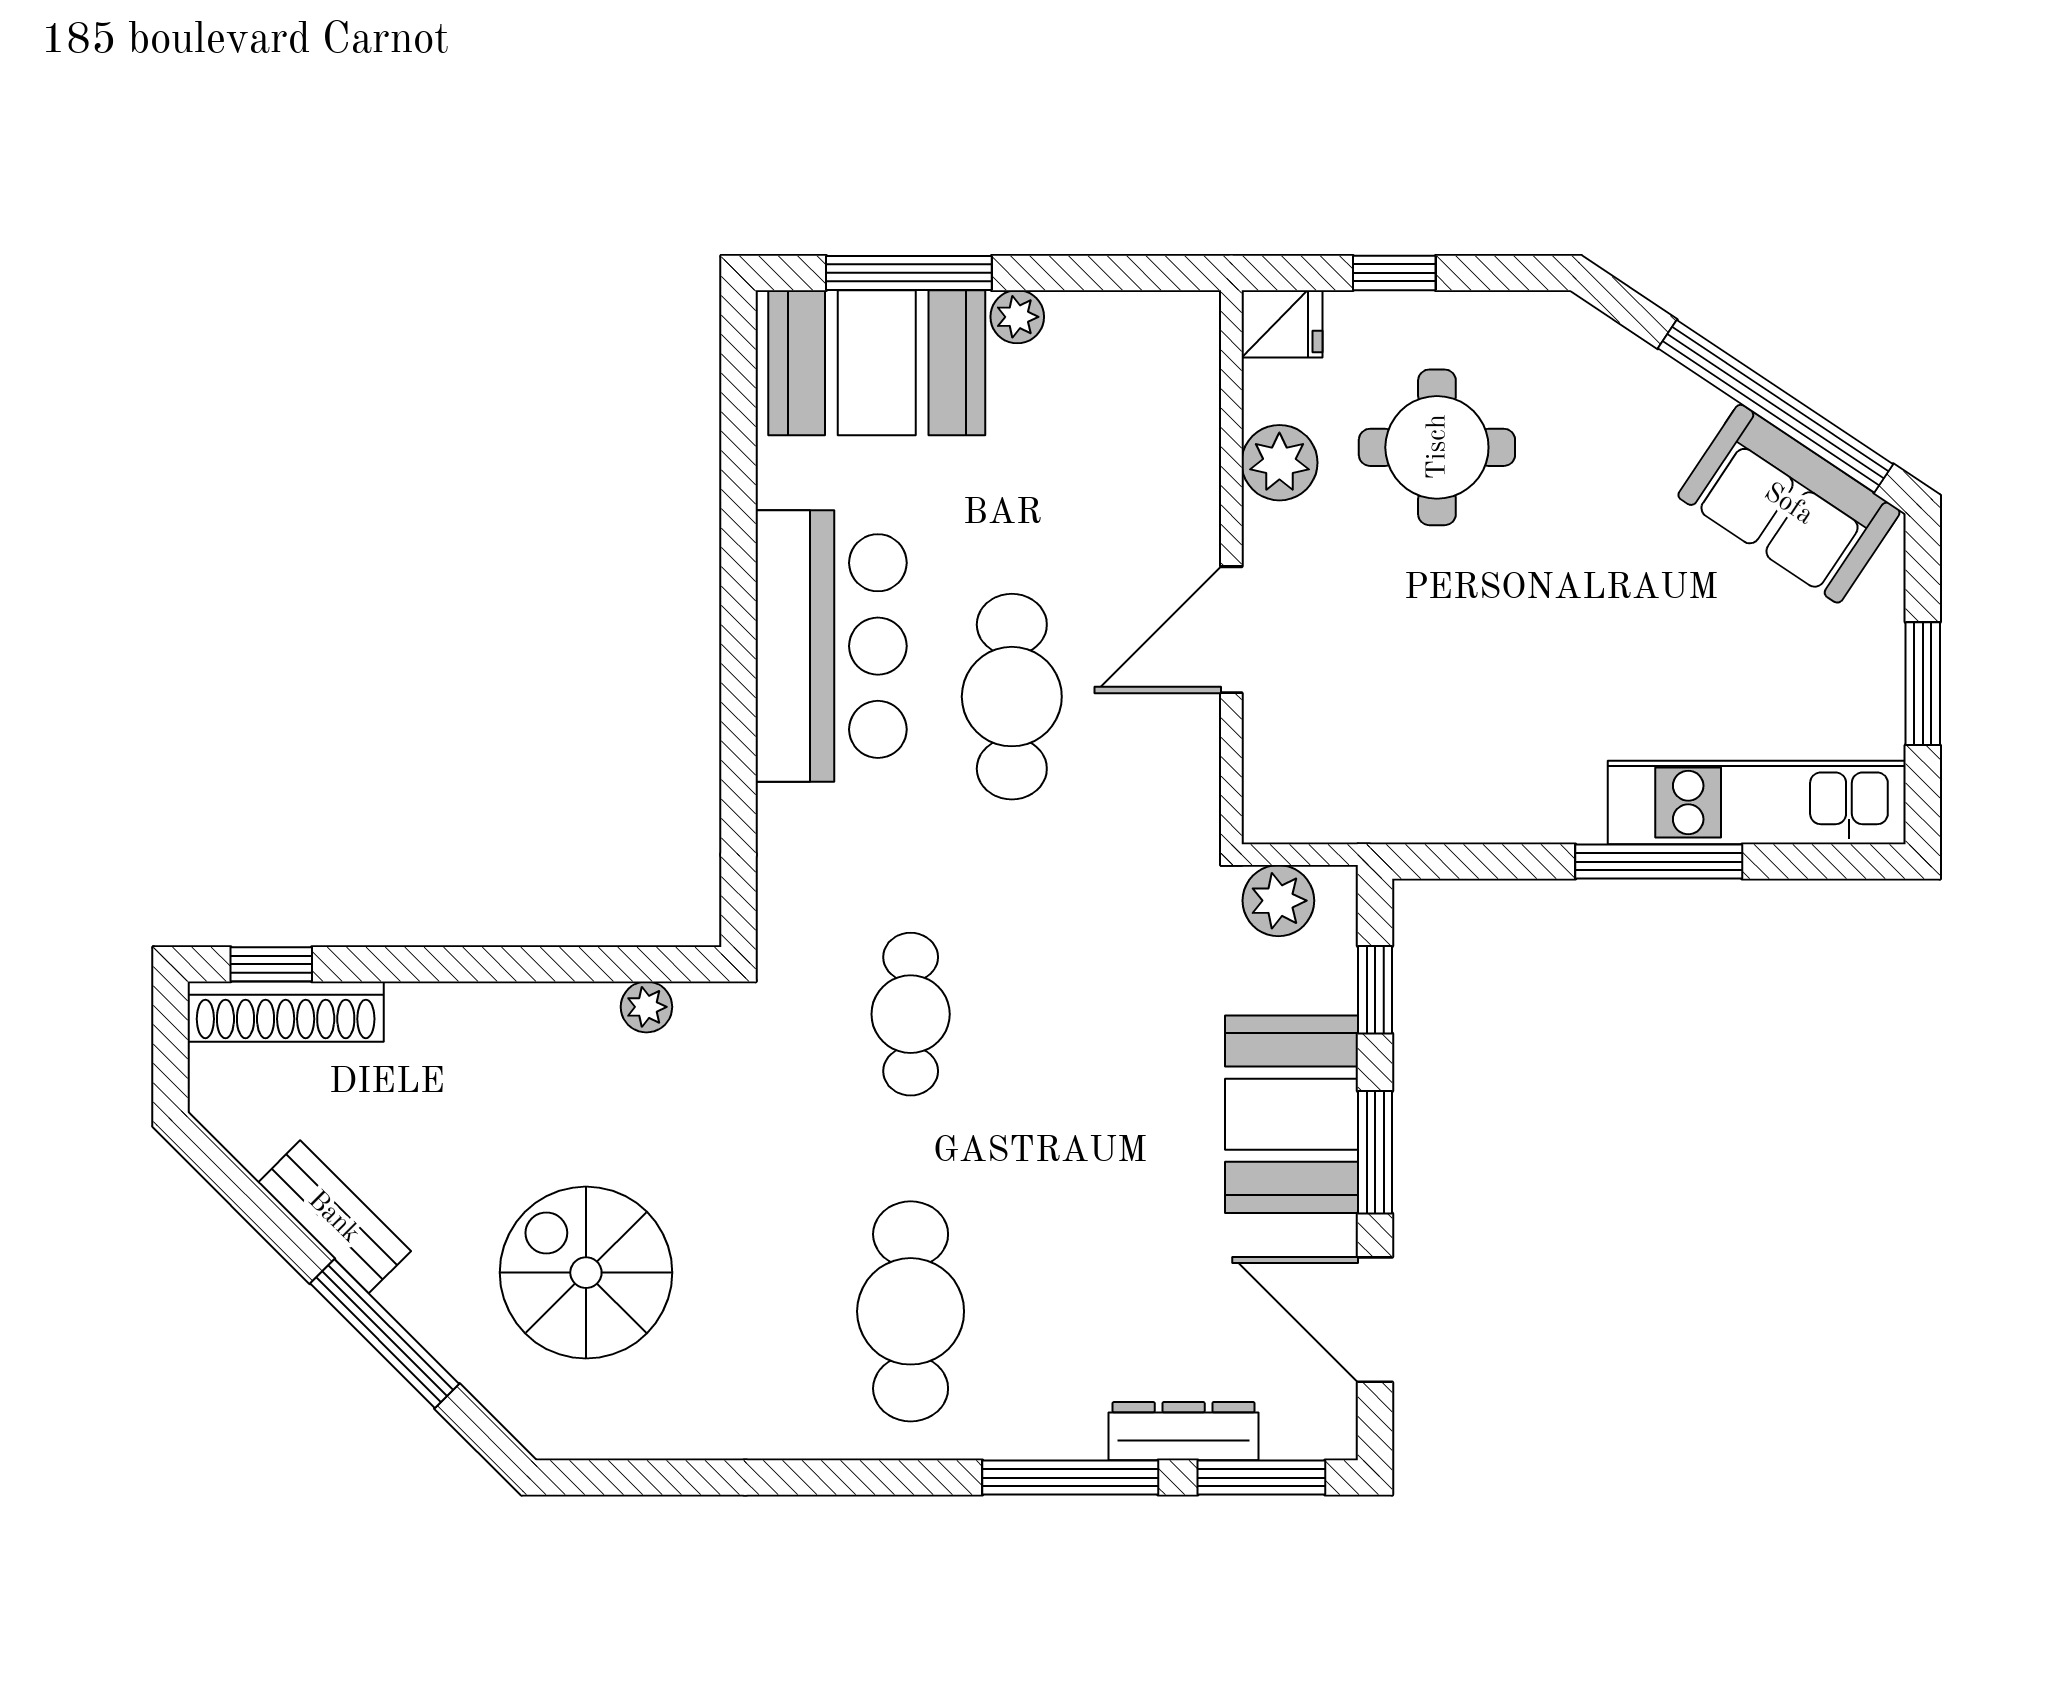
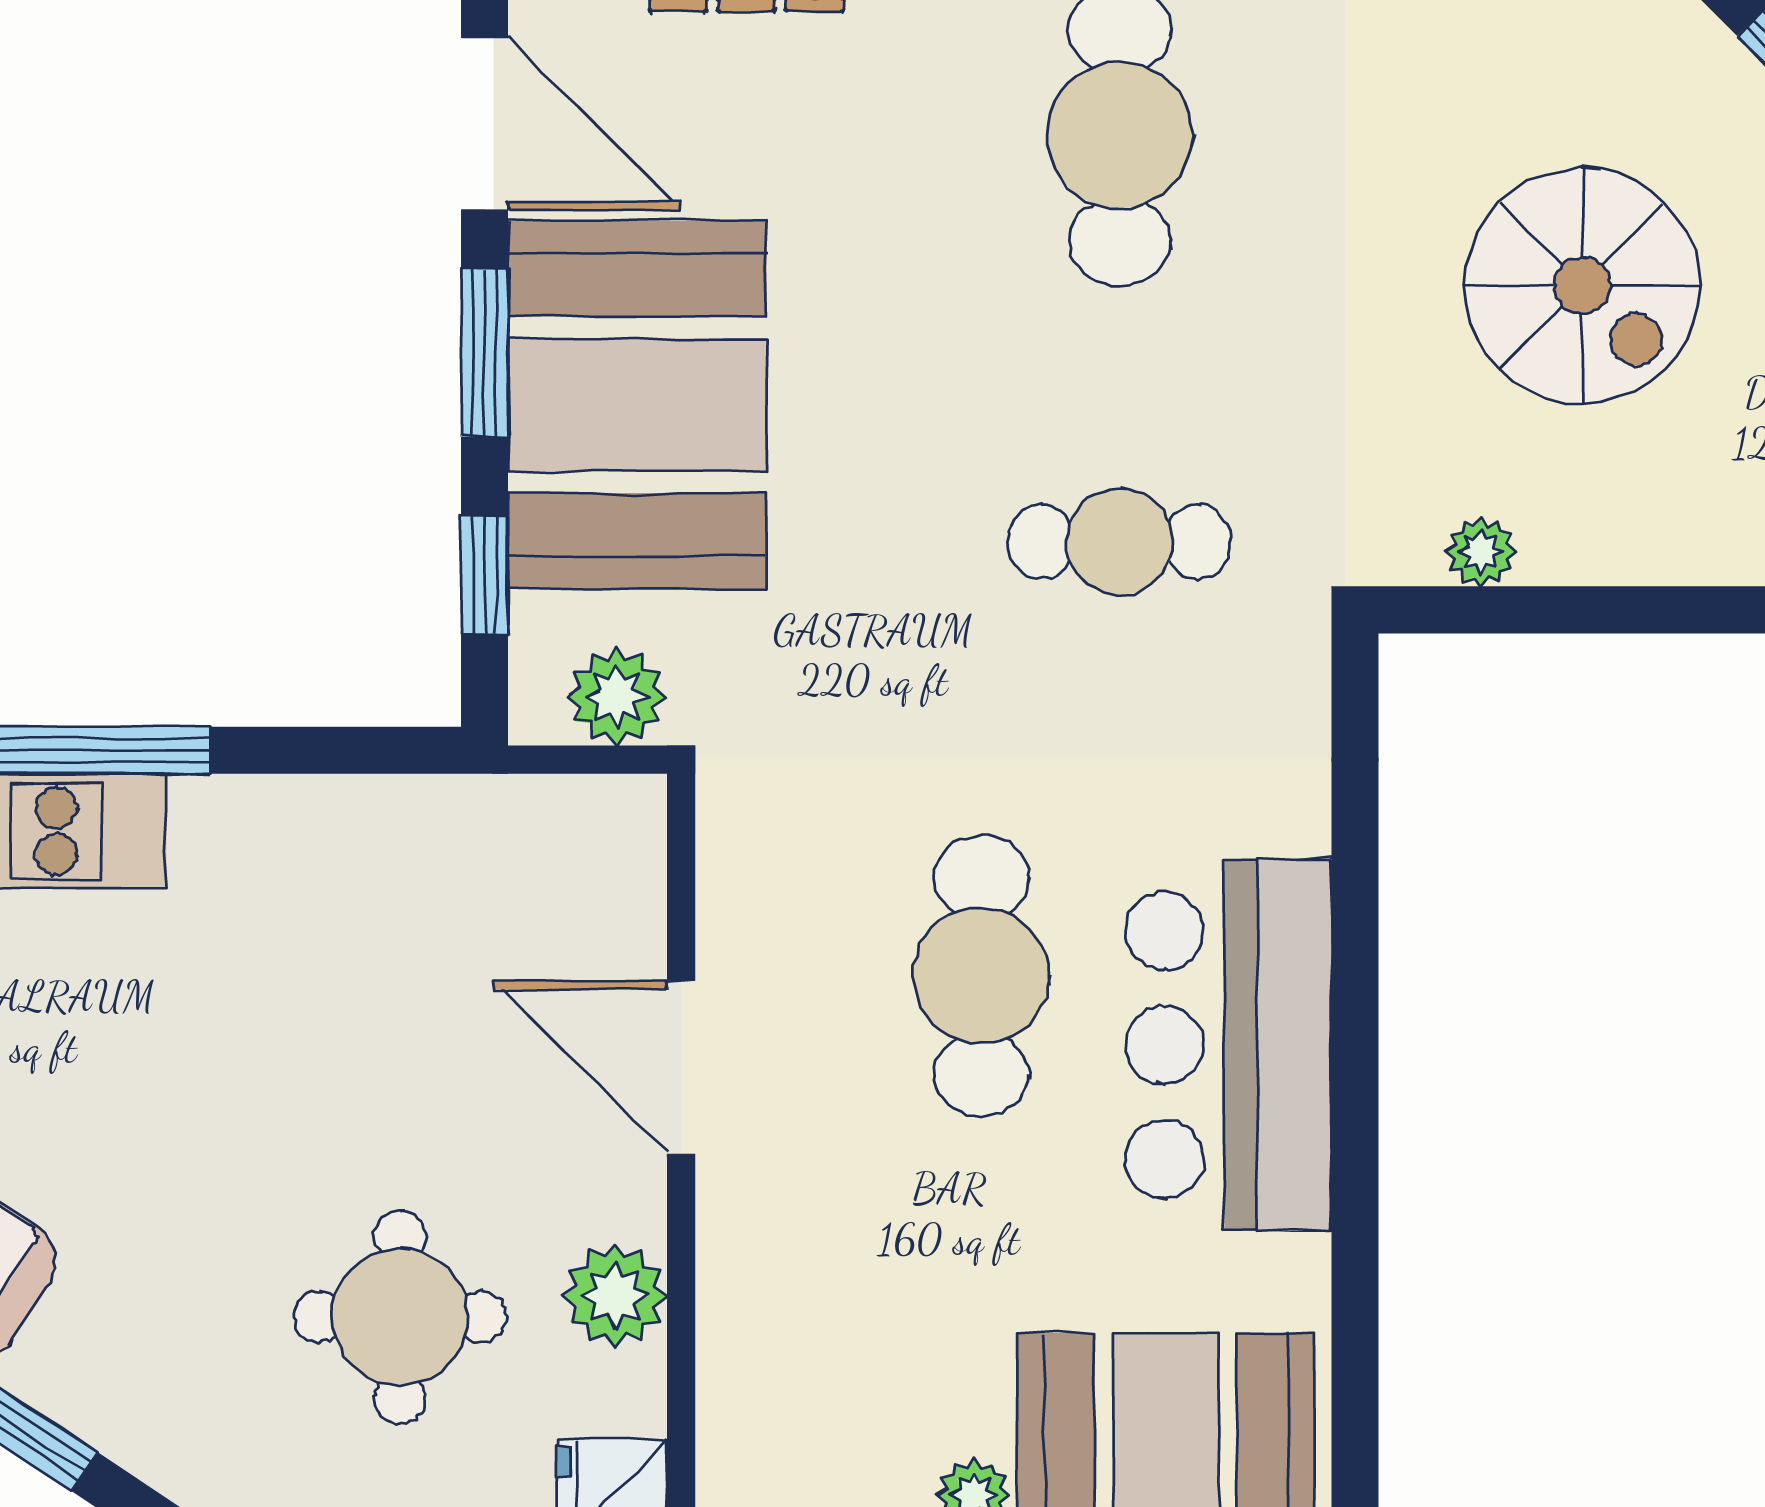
door: (1231, 630) -> (681, 1067), swing flipped
cafe table: (911, 1014) -> (1120, 542), turned 90
booth: (1292, 1114) -> (637, 405), width x1.36, depth x1.42
spiral stairs: (586, 1273) -> (1582, 285), moved

